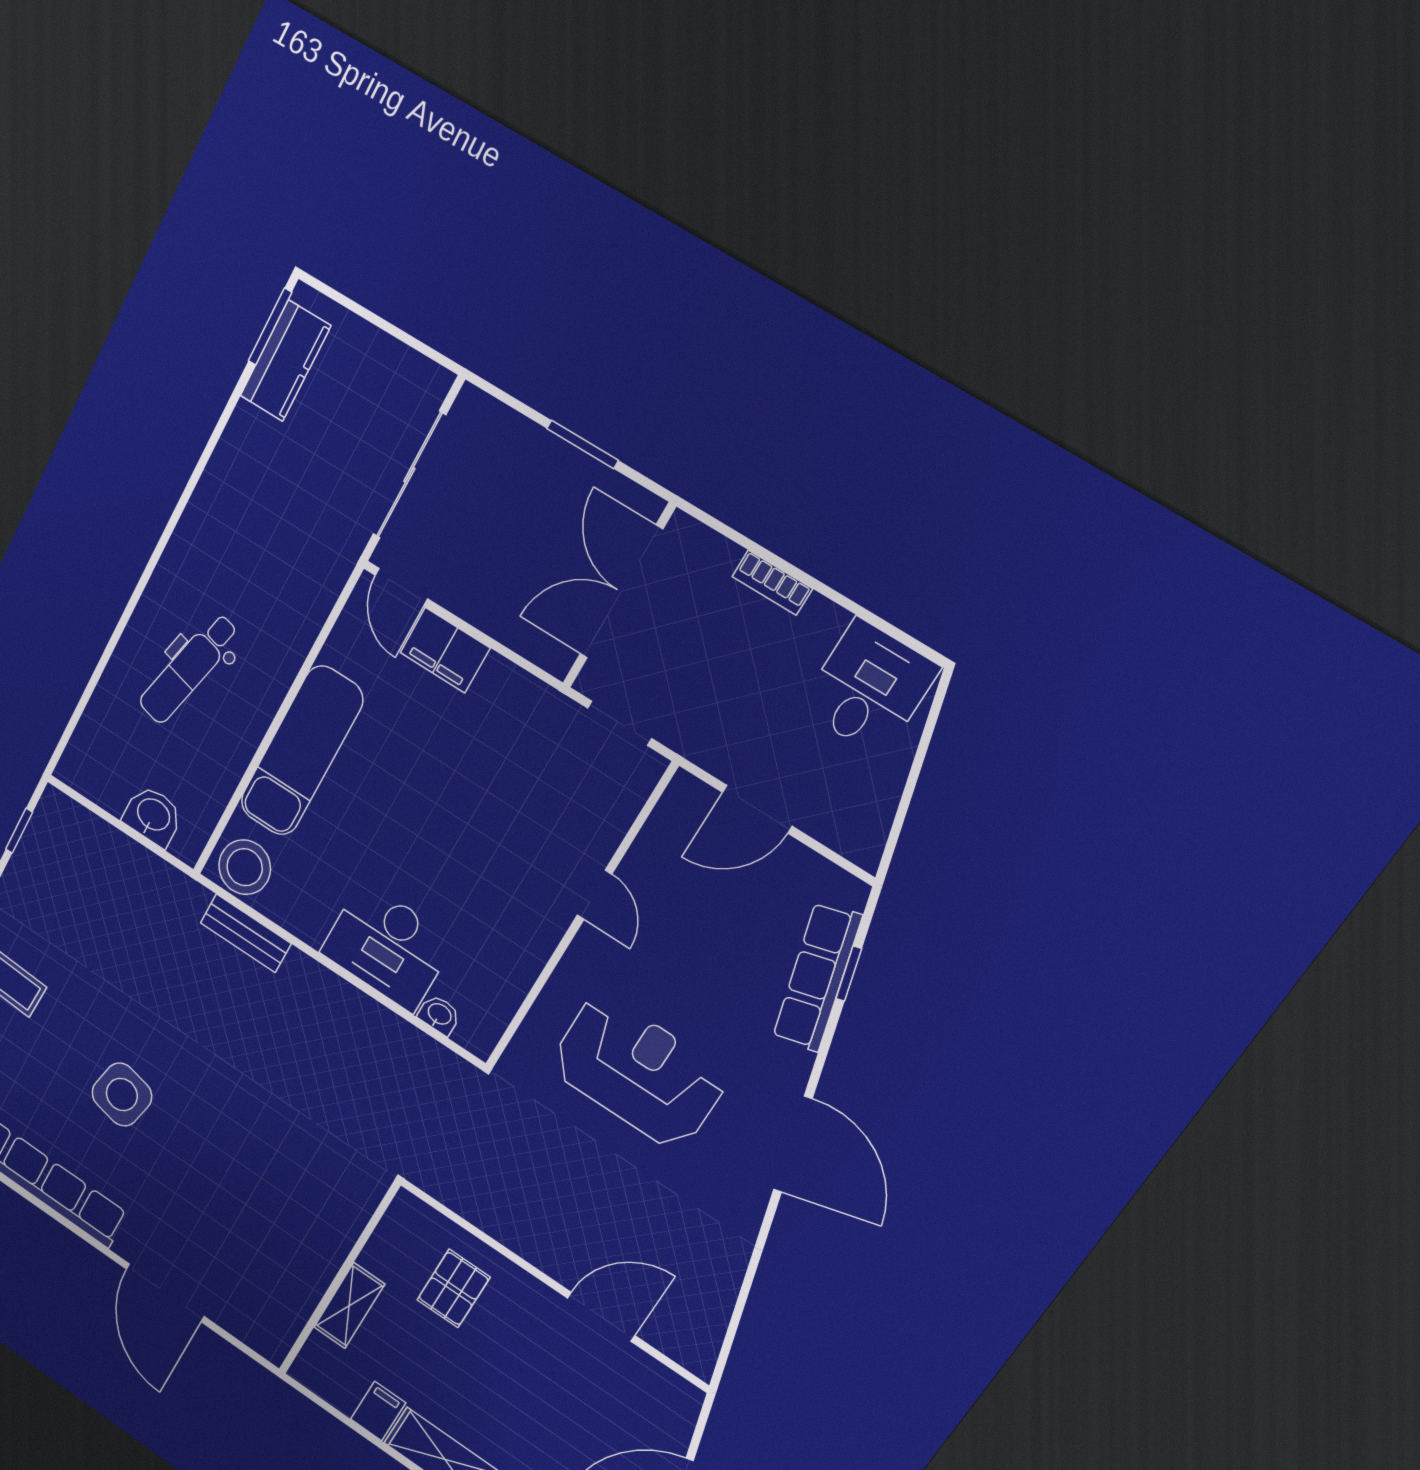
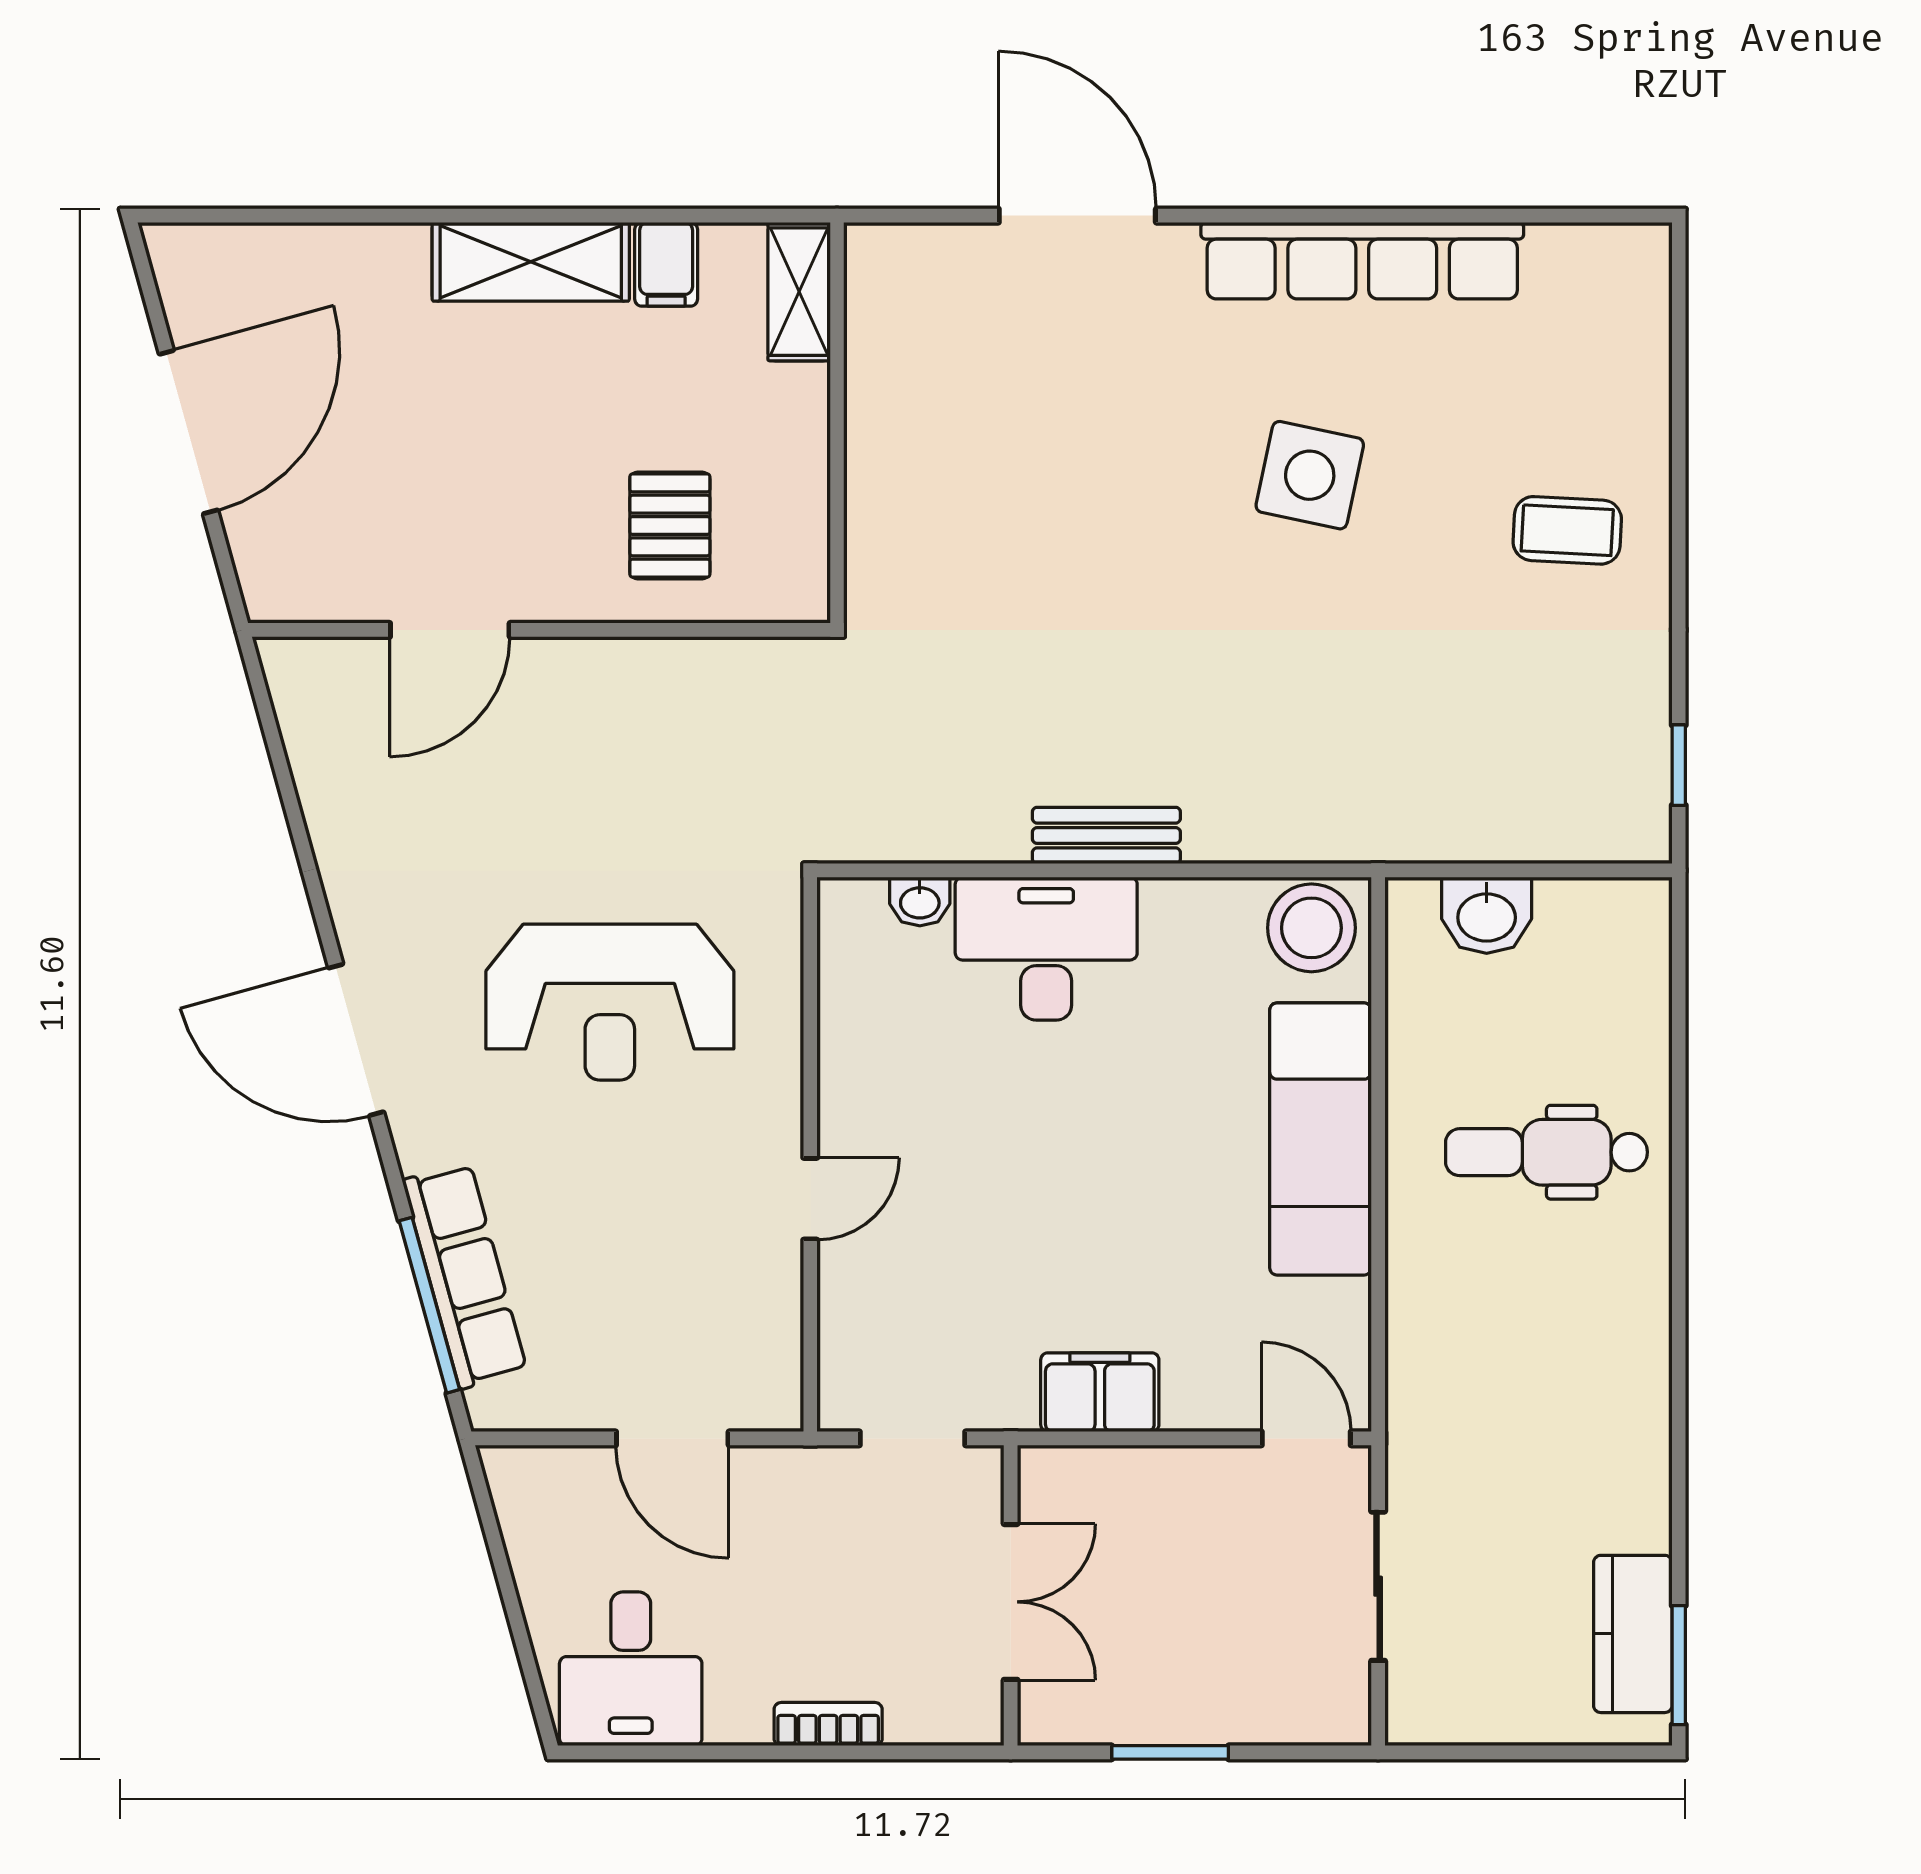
sliding door: (409, 475) -> (1378, 1586), width x0.73
double door: (621, 592) -> (1011, 1602), width x0.73
filing cabinet: (445, 650) -> (1100, 1392), moved
dental chair: (189, 669) -> (1546, 1152), turned -104
door: (757, 809) -> (672, 1438), swing flipped
door: (595, 895) -> (810, 1199), swing flipped
bench: (246, 933) -> (1106, 836), moved
window: (849, 974) -> (429, 1305), width x2.17
shelving: (349, 1306) -> (799, 292), moved

